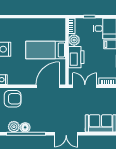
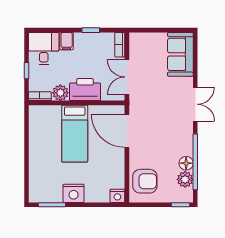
armchair: (13, 99) -> (145, 181), turned 90

